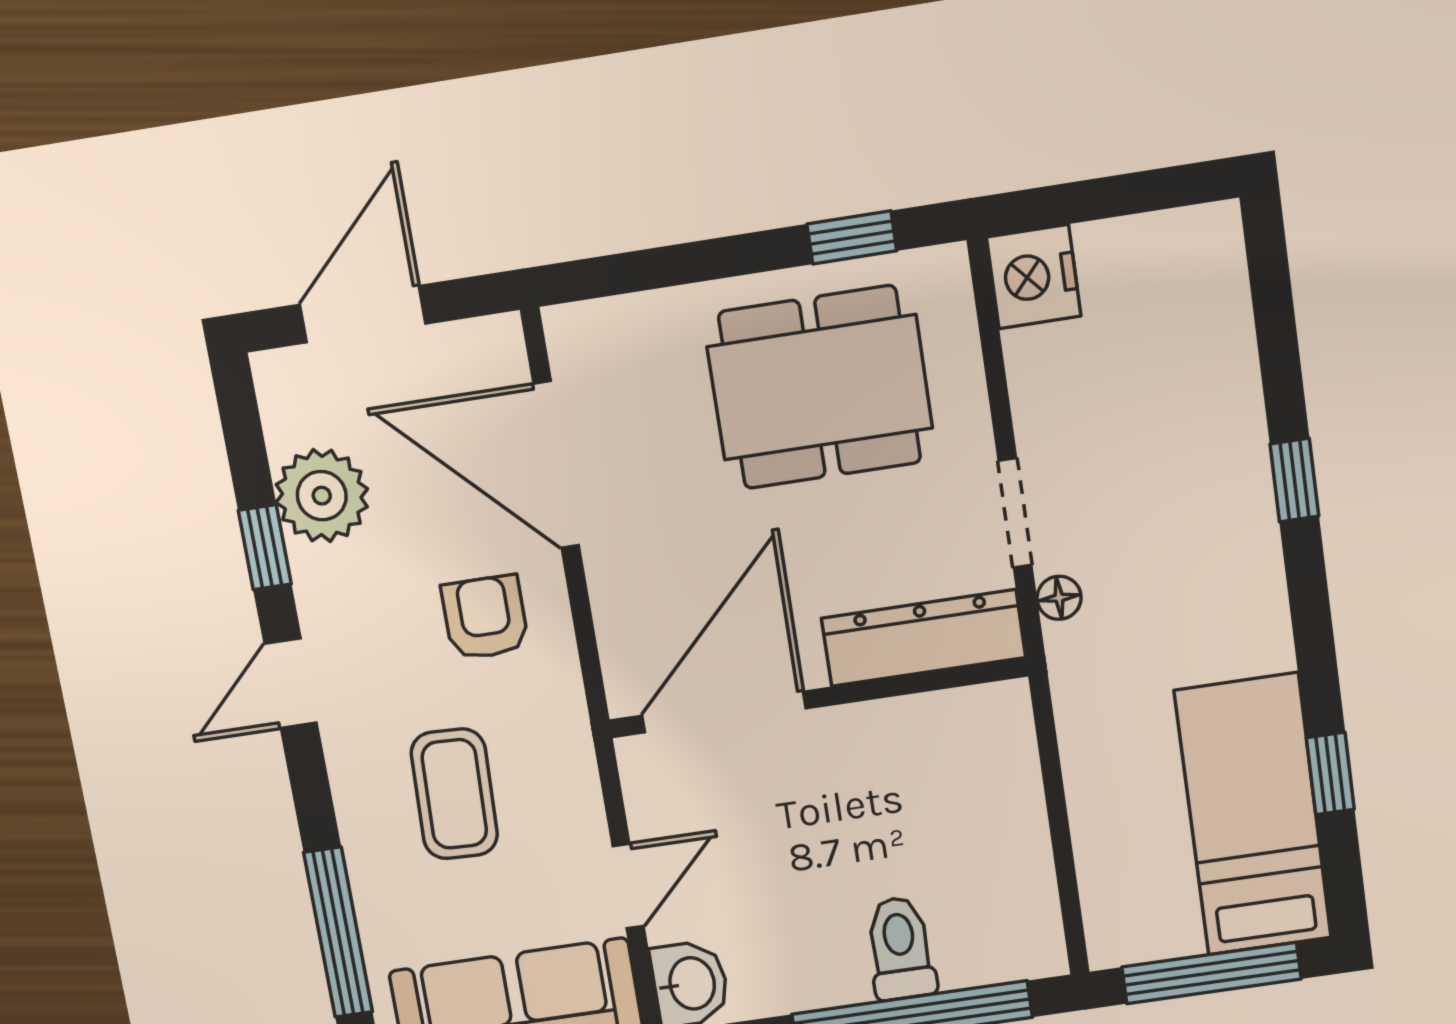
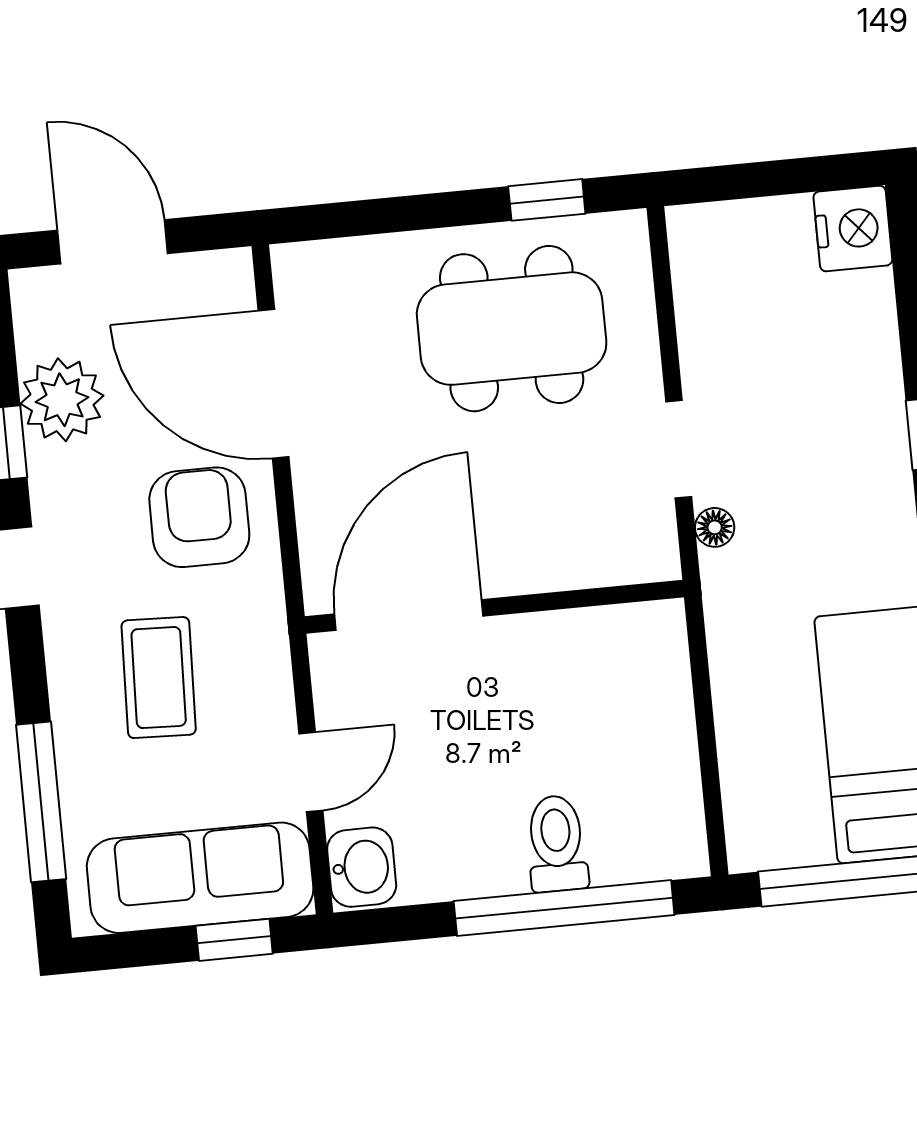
nightstand: (1034, 277) -> (853, 229), moved, turned 180
door: (363, 314) -> (113, 242), hinge flipped
armchair: (485, 617) -> (199, 517), width x1.38, depth x1.38
dresser: (924, 638) -> (592, 557), removed

